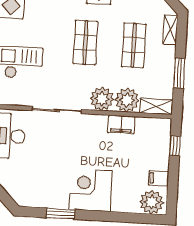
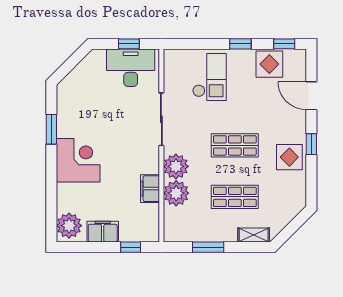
shelving: (156, 107) -> (171, 225), removed
filing cabinet: (159, 178) -> (103, 232), width x2.00

